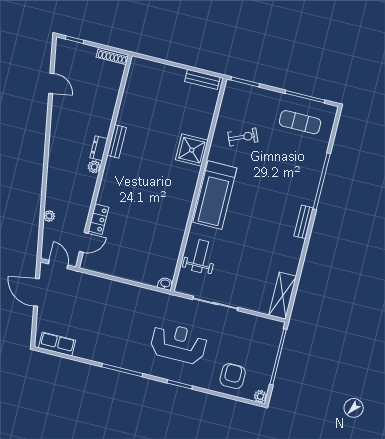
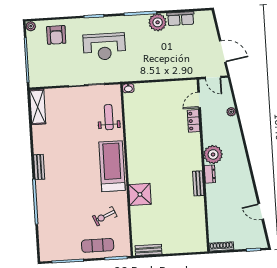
exercise mat: (300, 122) -> (98, 245), moved
plant: (94, 167) -> (213, 154), width x1.88, depth x1.88
weight bench: (200, 256) -> (109, 117), turned 180
row of seats: (57, 344) -> (181, 19), moved
plant: (105, 353) -> (158, 22), added

